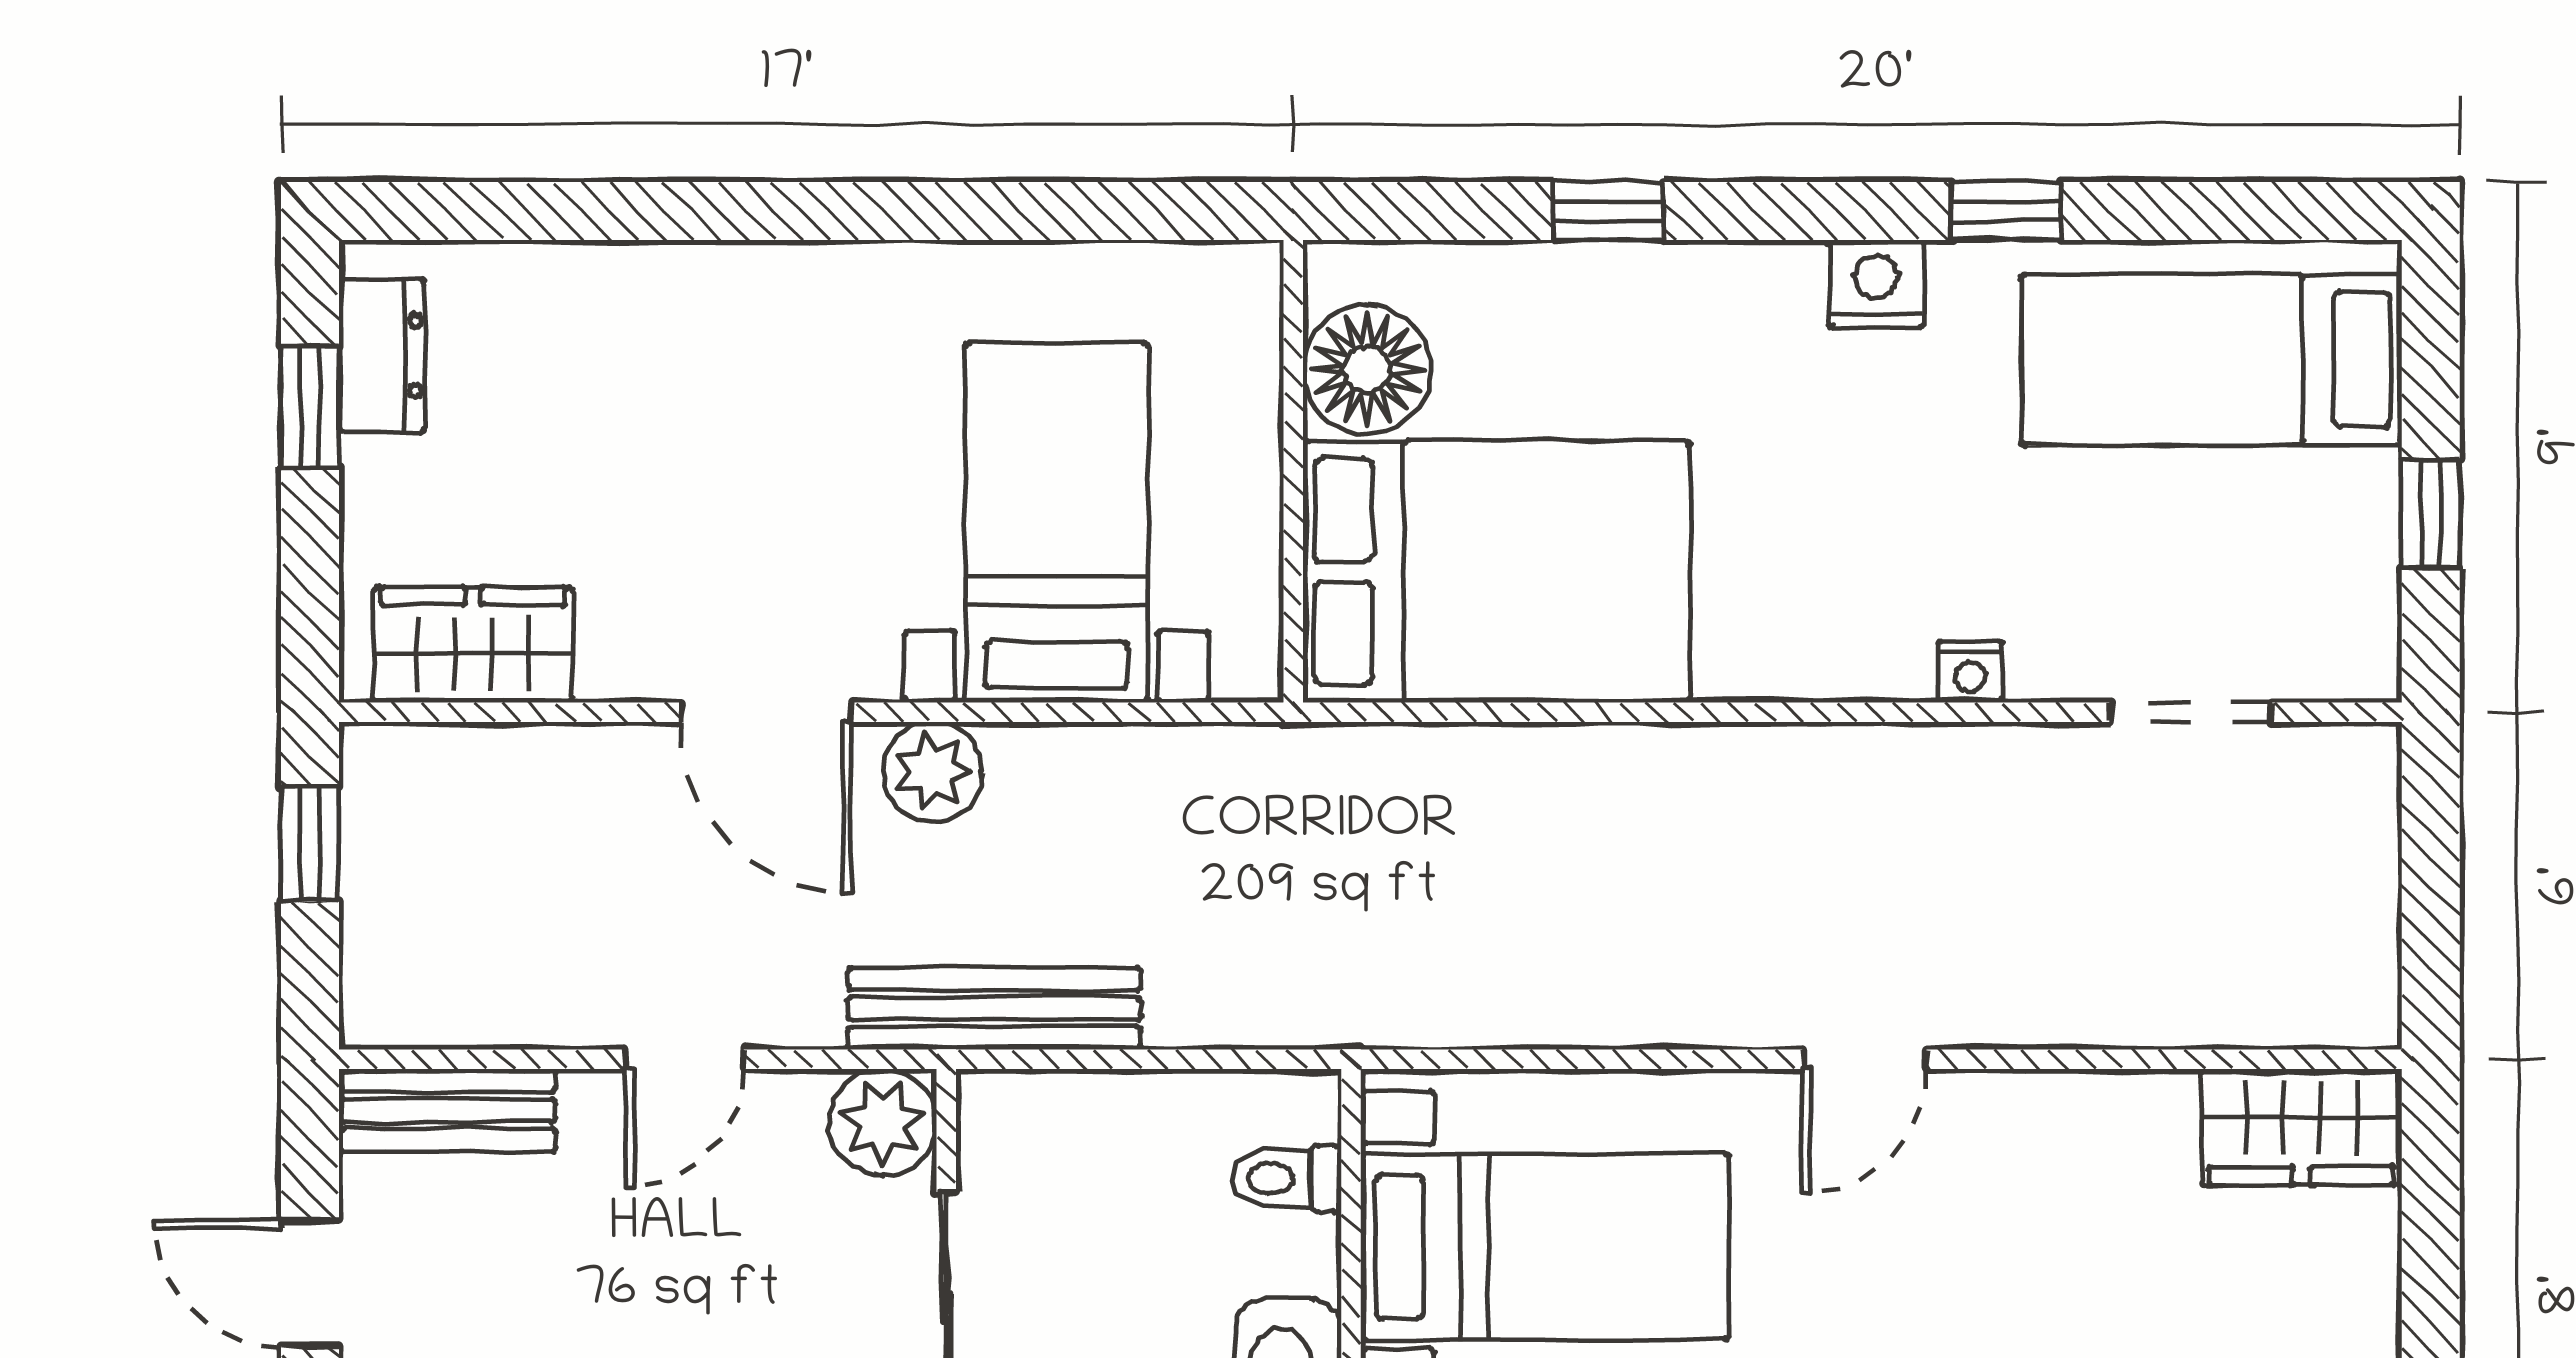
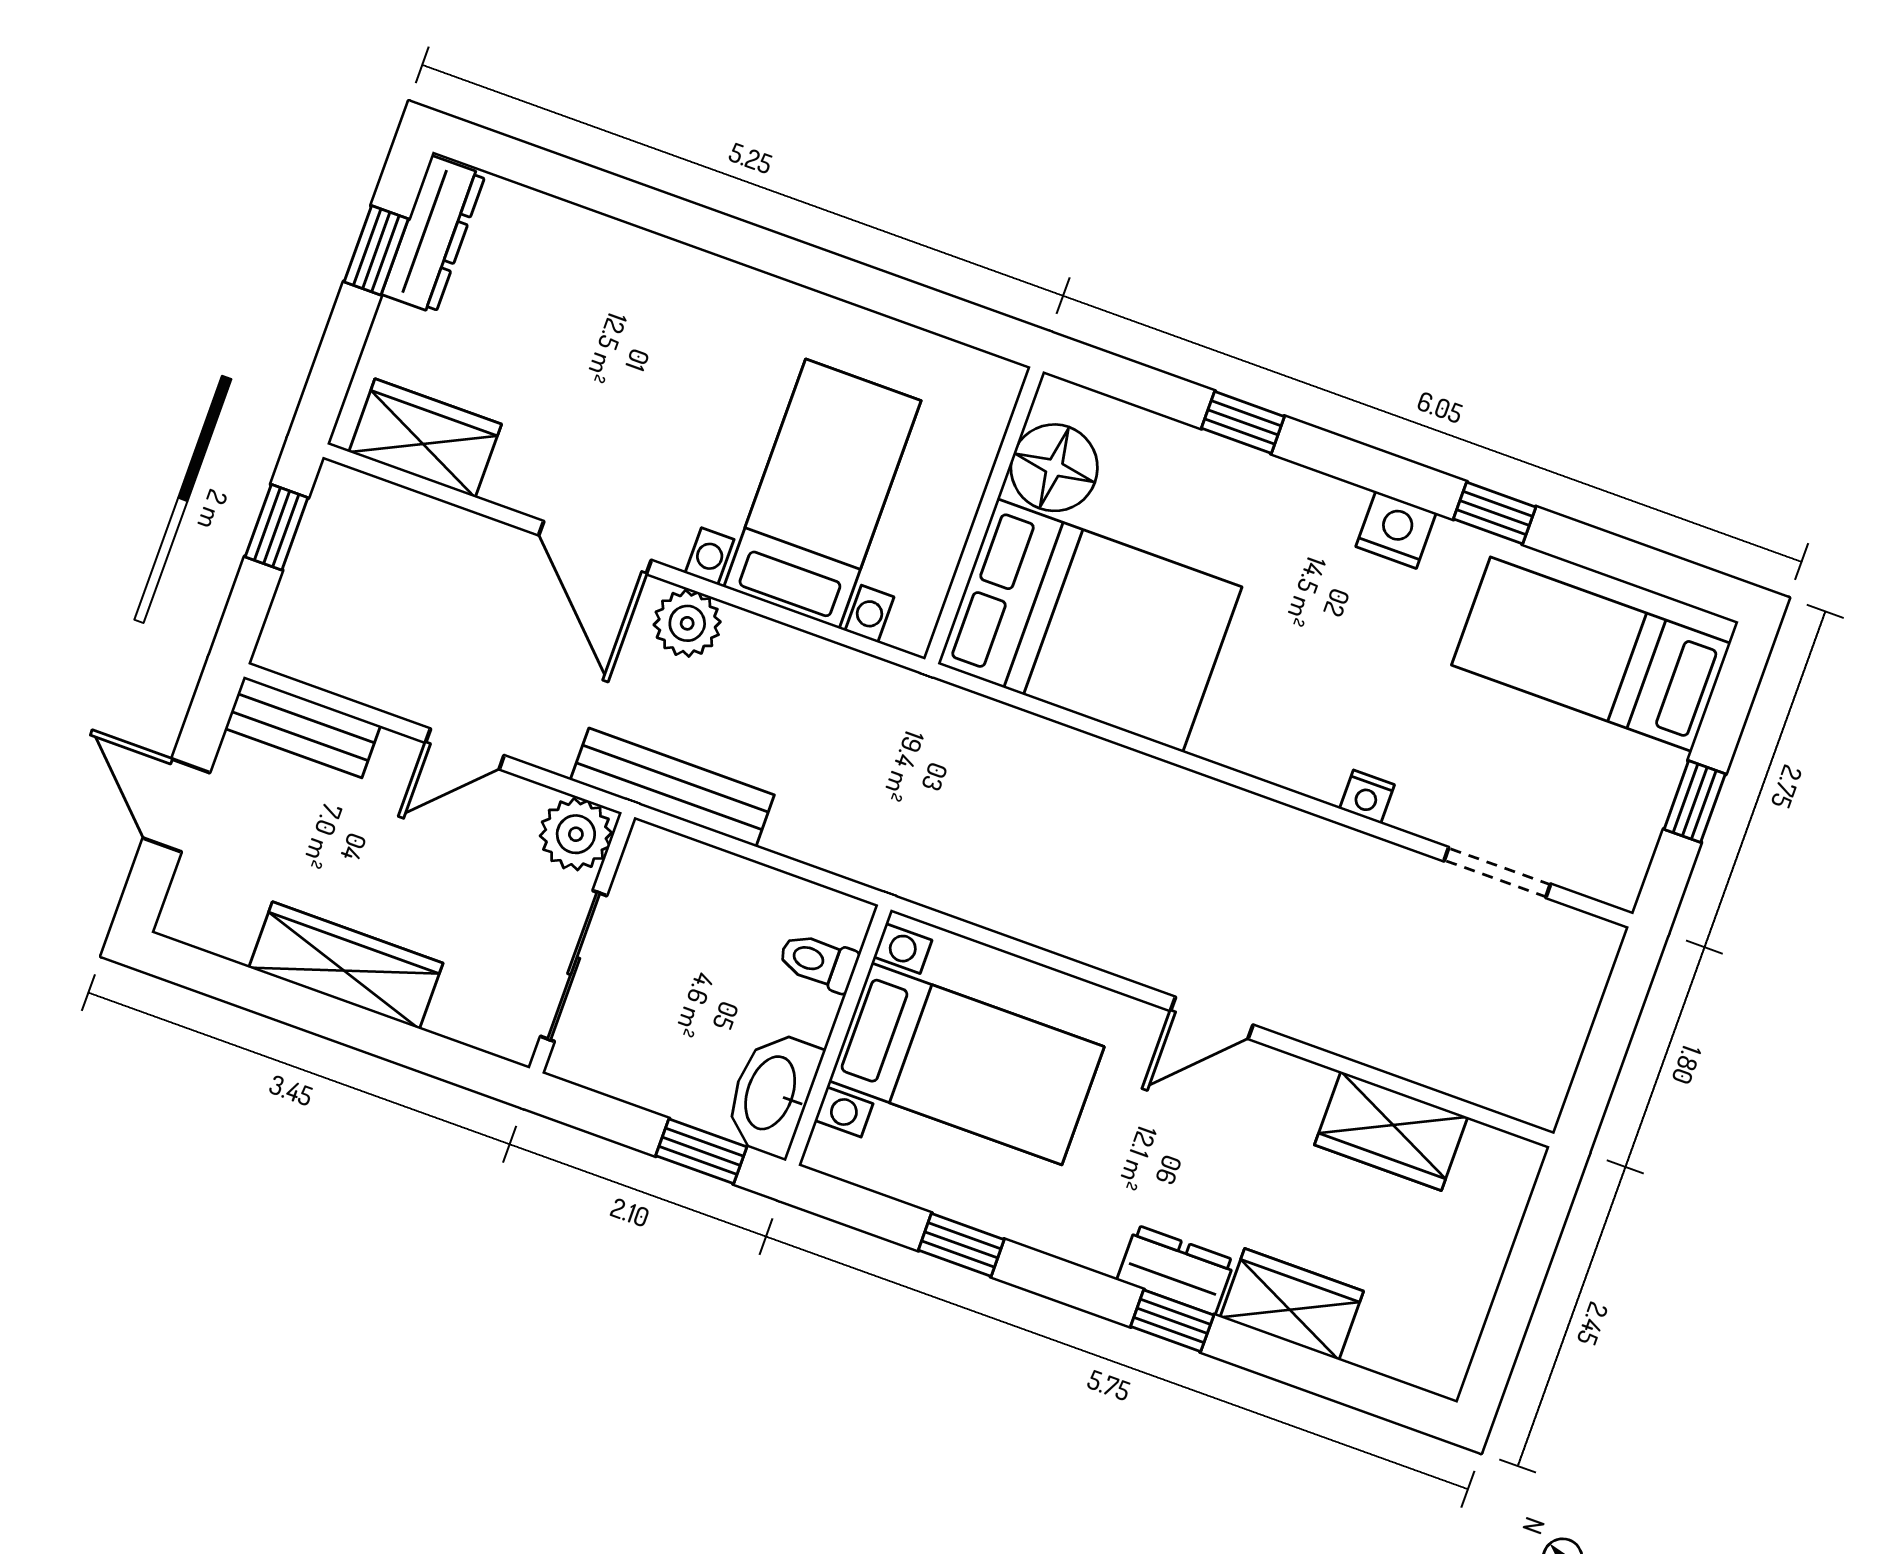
dresser: (382, 356) -> (433, 235), width x1.44
wardrobe: (2302, 1127) -> (1391, 1131), moved

